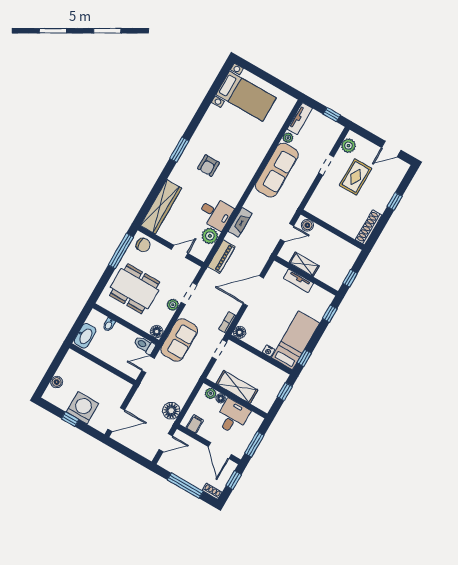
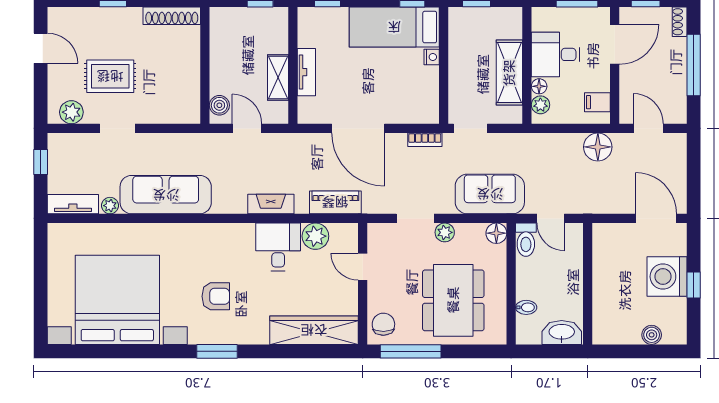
bed with nightstands: (246, 96) -> (117, 300), width x1.85
floor lamp: (240, 332) -> (429, 114), removed

